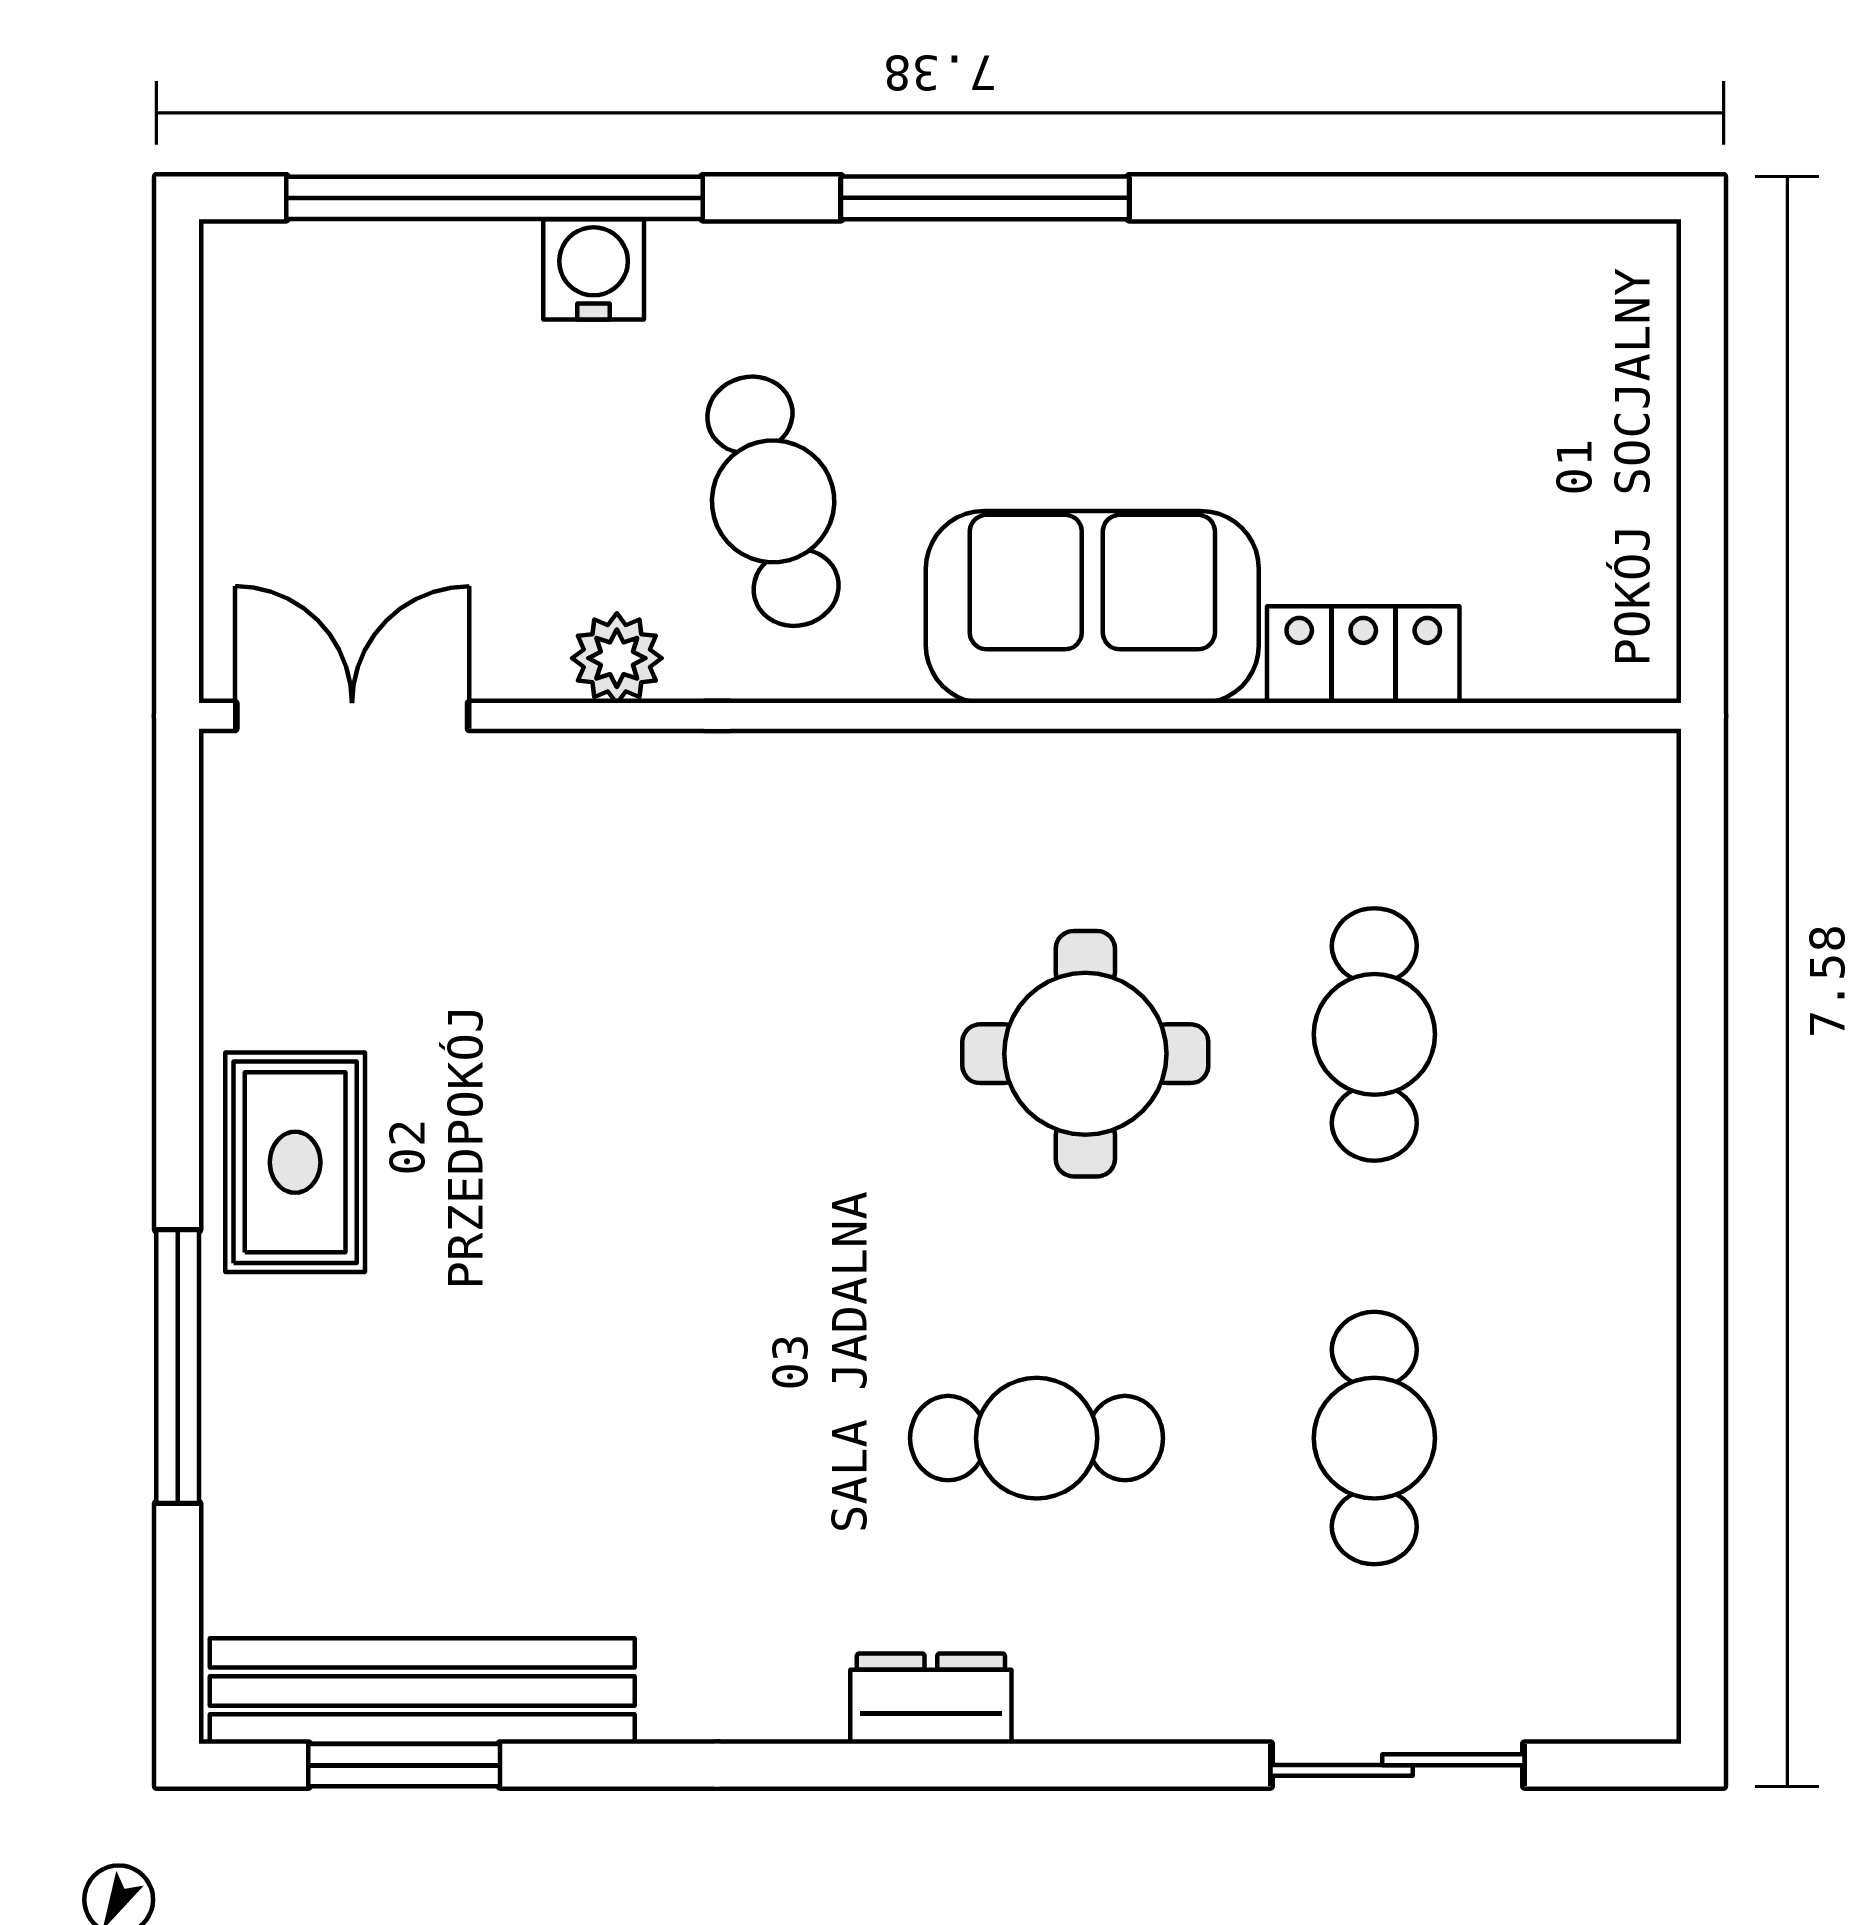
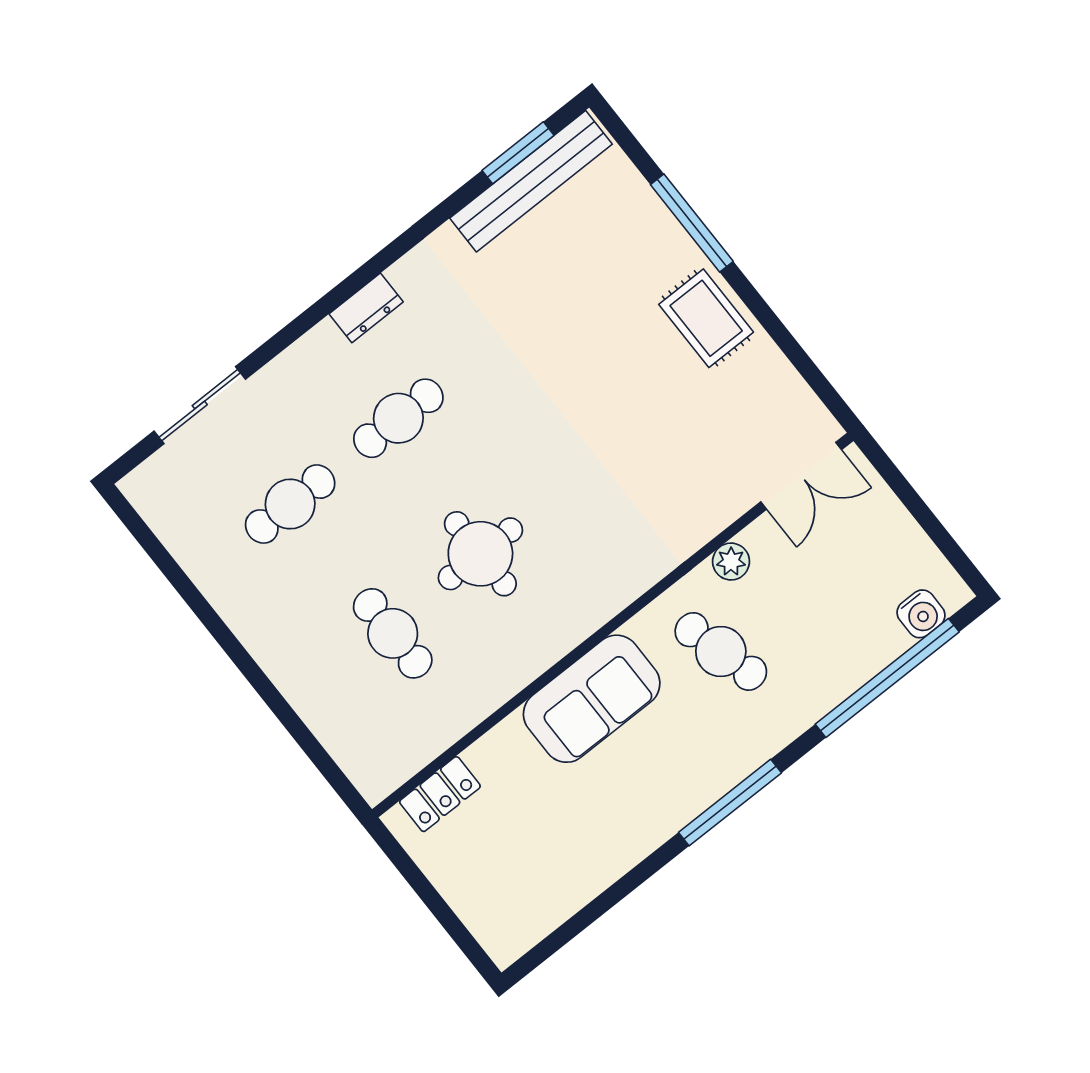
water cooler: (594, 269) -> (921, 614), moved
locker: (1363, 655) -> (440, 794), moved
cafe table: (1374, 1438) -> (290, 504), turned 90

